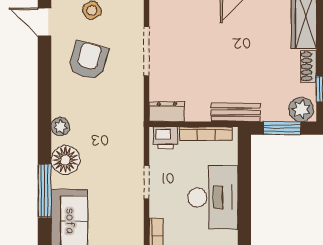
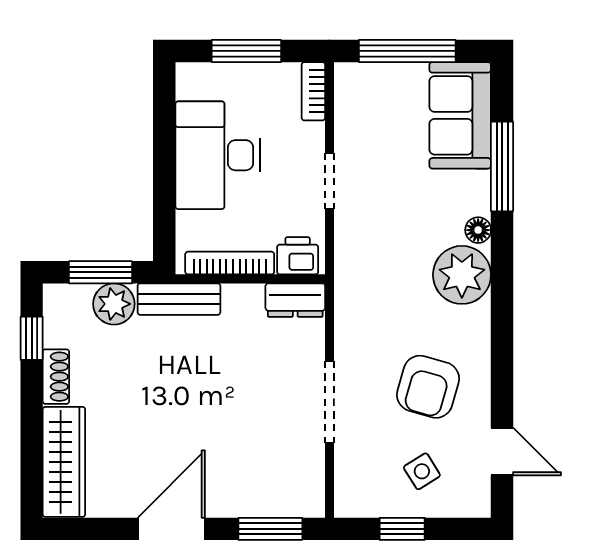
plant: (301, 109) -> (114, 304), moved
plant: (60, 127) -> (462, 275), width x1.87, depth x1.87
floor lamp: (65, 160) -> (478, 230), width x0.53, depth x0.53

